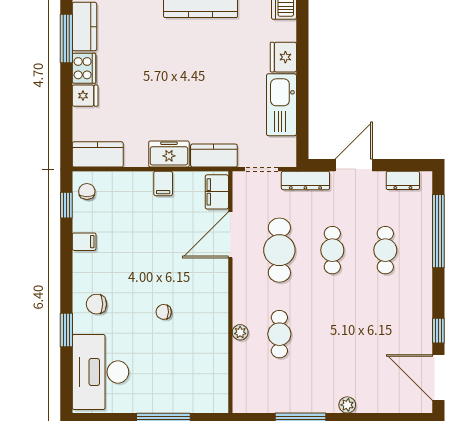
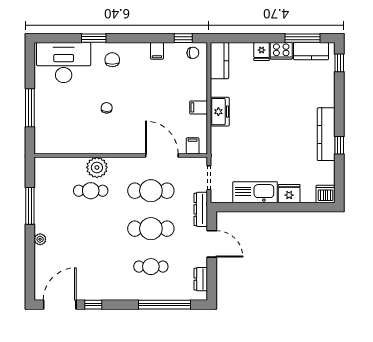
kitchen counter: (214, 156) -> (219, 144), removed
filing cabinet: (217, 192) -> (193, 146), width x0.50
cafe table: (332, 250) -> (151, 229), width x1.37, depth x1.35
plant: (240, 332) -> (97, 167), width x1.88, depth x1.88

